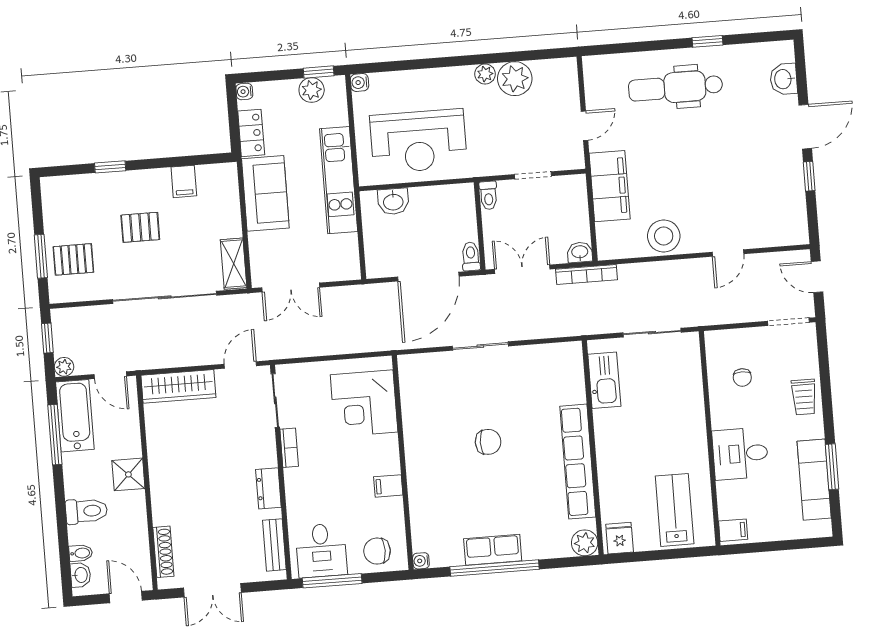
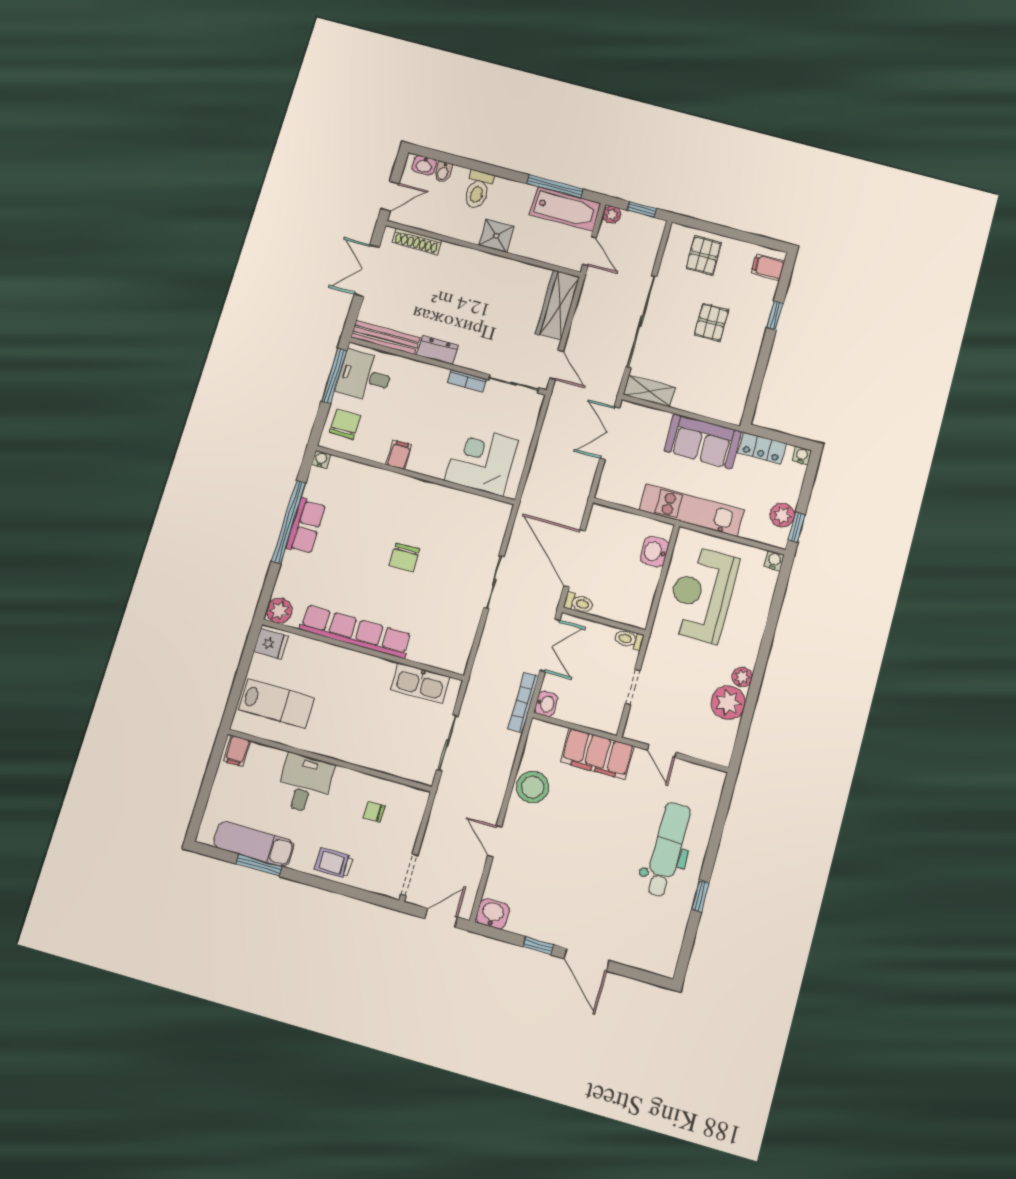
washbasin: (784, 79) -> (493, 914), moved
filing cabinet: (184, 181) -> (768, 267), moved
window: (41, 256) -> (717, 229), removed
door: (110, 375) -> (590, 251), swing flipped
bench: (274, 545) -> (385, 338), width x1.36

